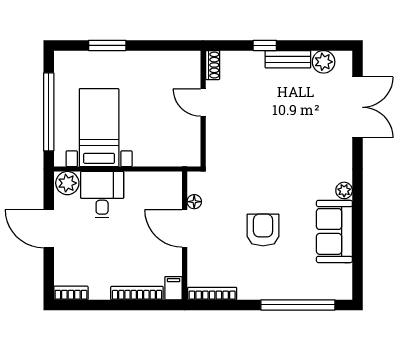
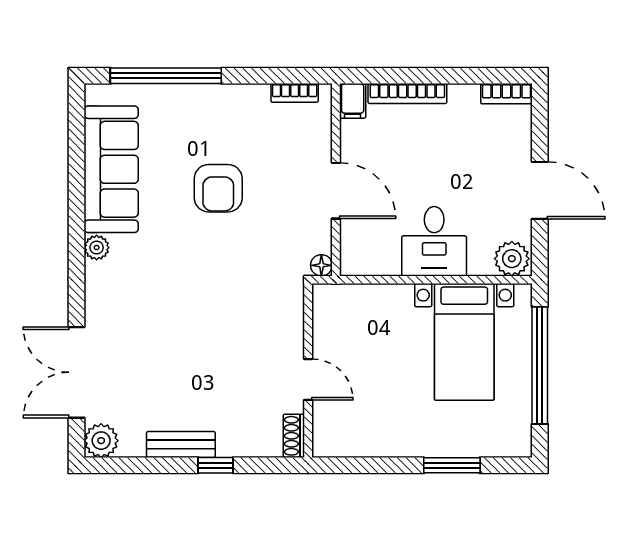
plant: (324, 62) -> (101, 441), moved
desk: (102, 195) -> (434, 241), moved
floor lamp: (194, 202) -> (321, 265), moved
sofa: (334, 231) -> (111, 169), width x1.36
bookcase: (212, 294) -> (295, 93), width x0.64

